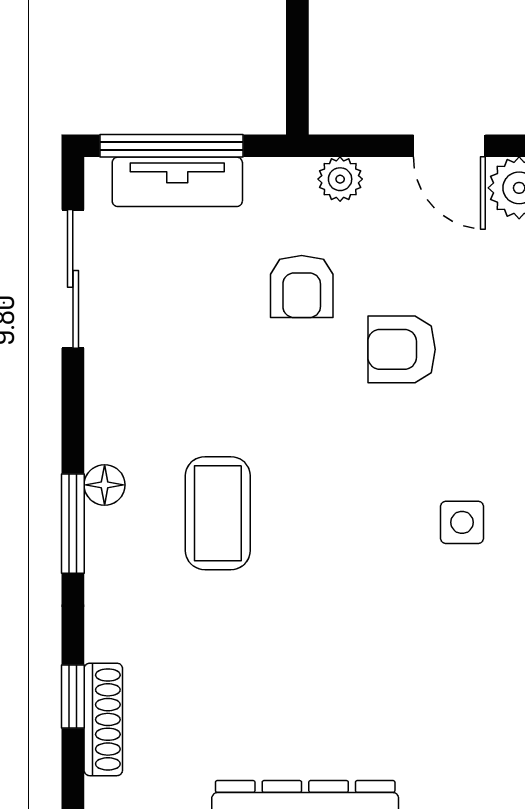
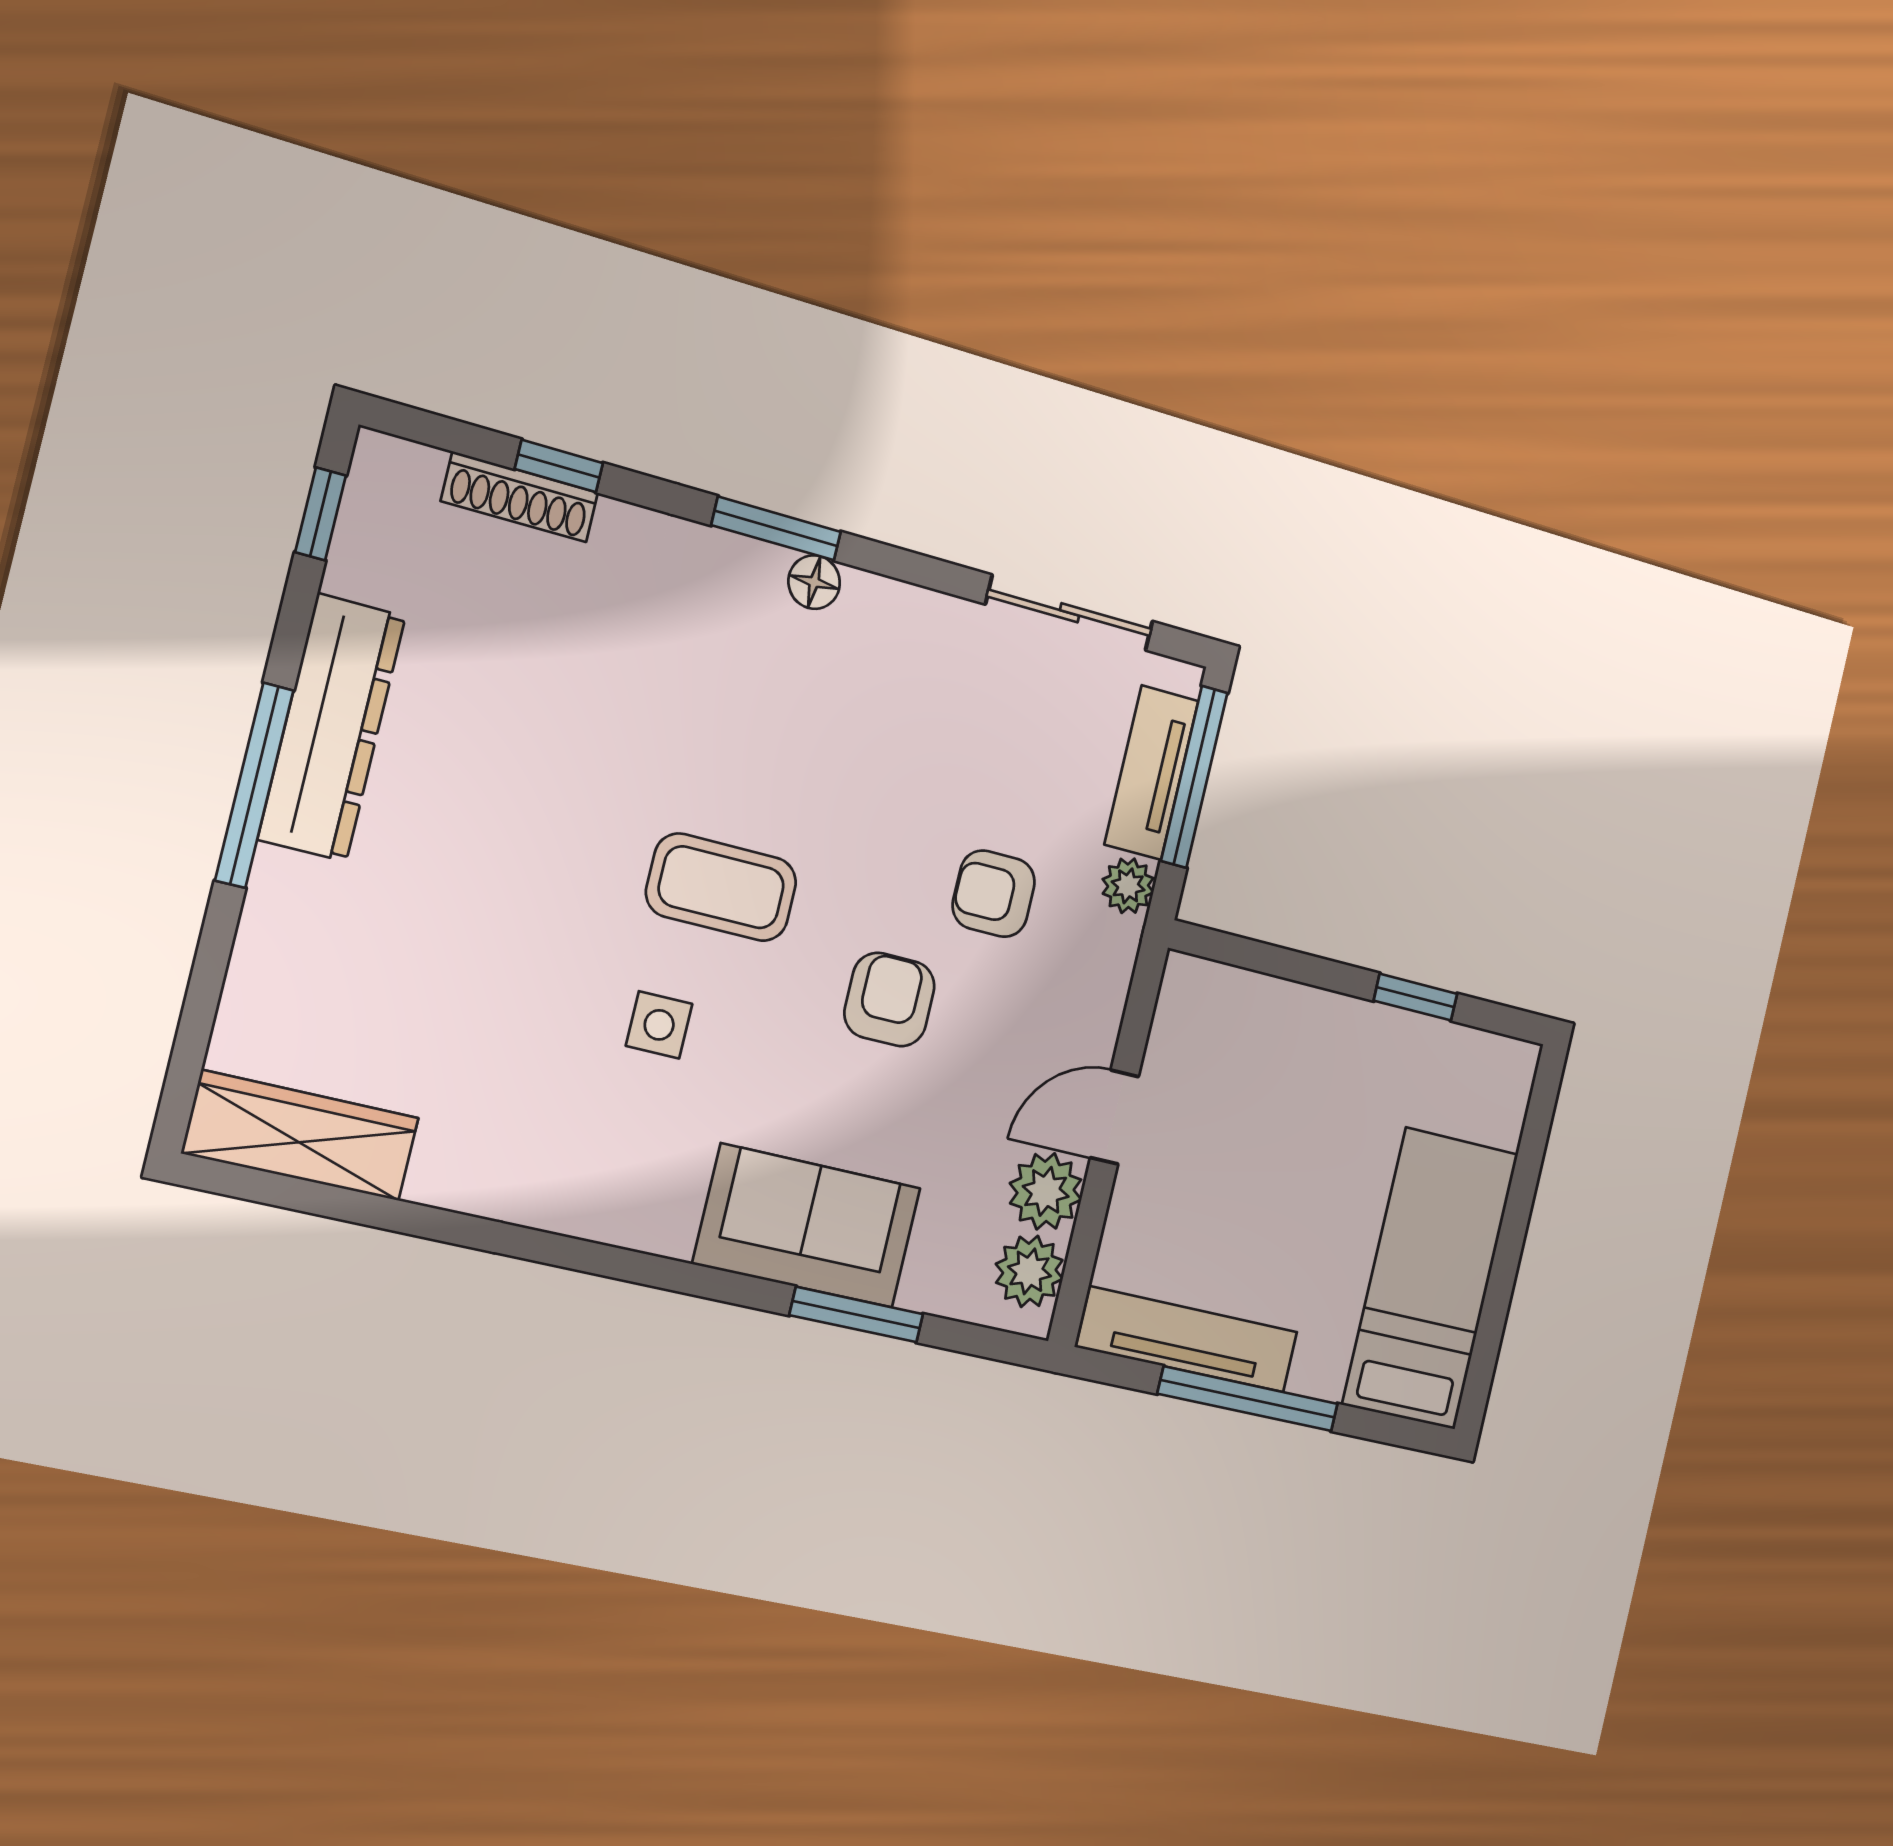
plant: (340, 179) -> (1128, 886), moved
coffee table: (218, 513) -> (721, 887), moved

